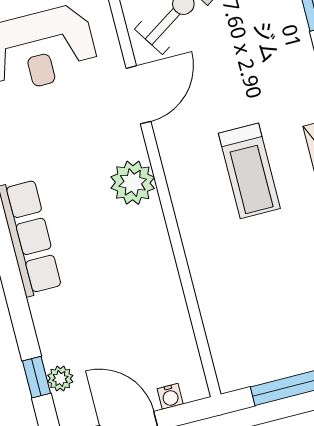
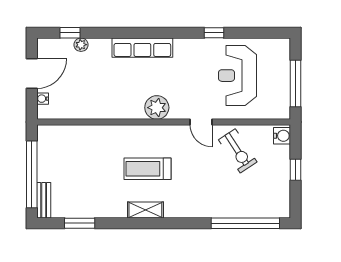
door: (138, 95) -> (201, 122), width x0.73
plant: (60, 379) -> (81, 45), moved

